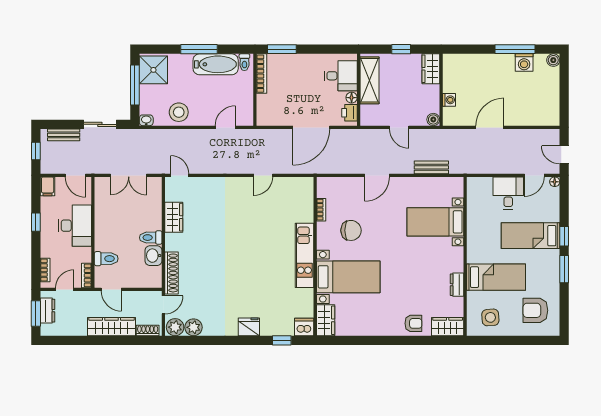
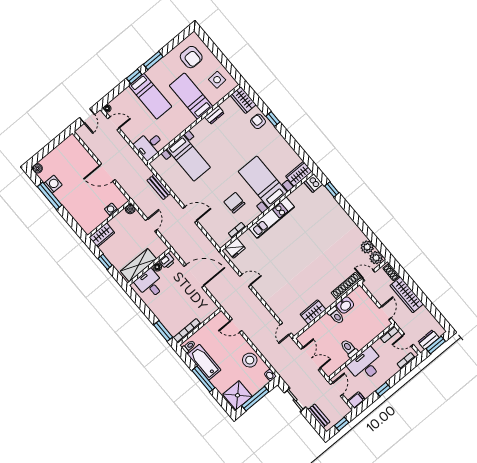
desk: (508, 193) -> (149, 145), moved
toilet: (106, 259) -> (349, 348), moved
fridge: (249, 327) -> (235, 248), moved, turned -90
window: (403, 340) -> (273, 119), added

